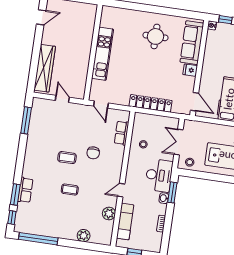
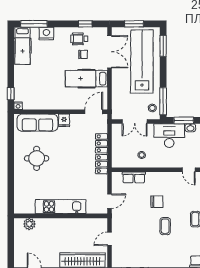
plant: (89, 19) -> (29, 224), added
window: (195, 174) -> (163, 101), added

